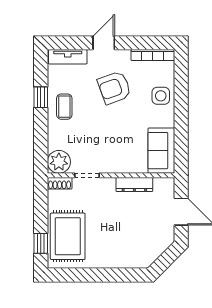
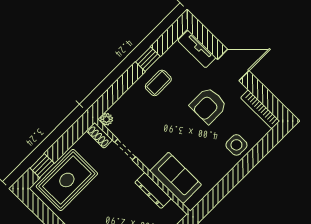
door: (104, 43) -> (233, 65), width x1.38
armchair: (114, 88) -> (208, 105), turned -70
sofa: (161, 151) -> (176, 178), moved, turned 90
plant: (59, 162) -> (106, 119), width x0.53, depth x0.53

